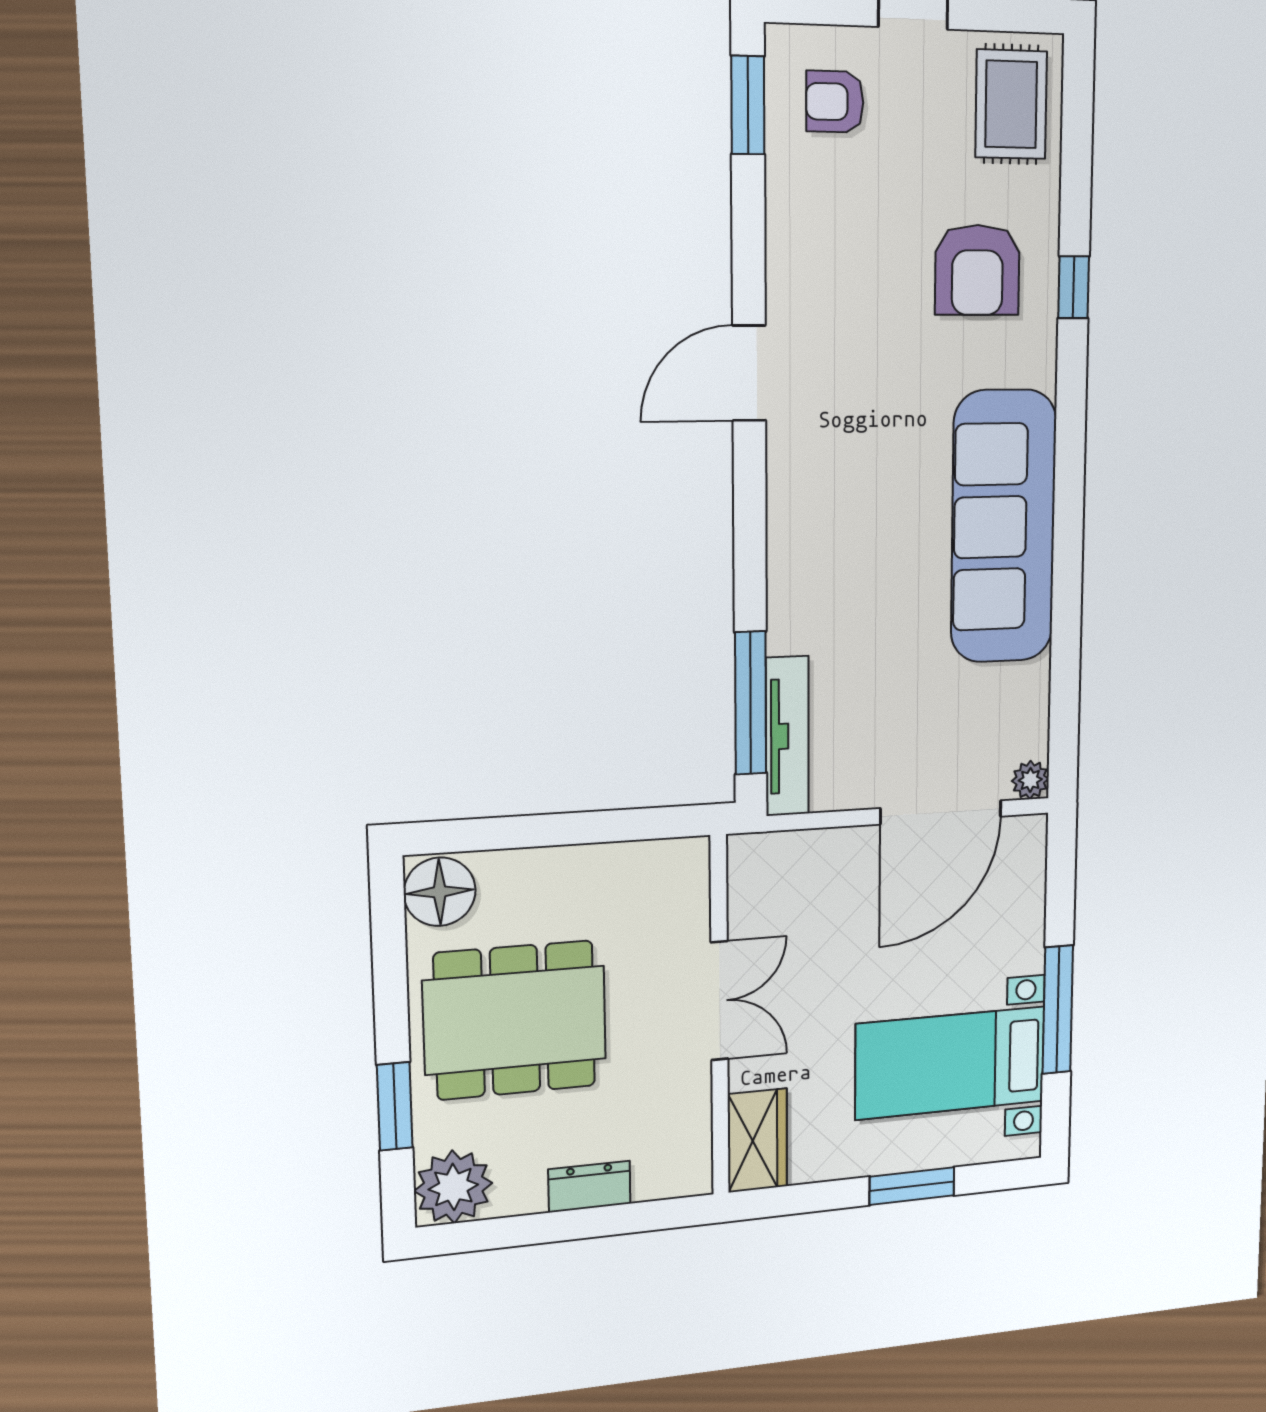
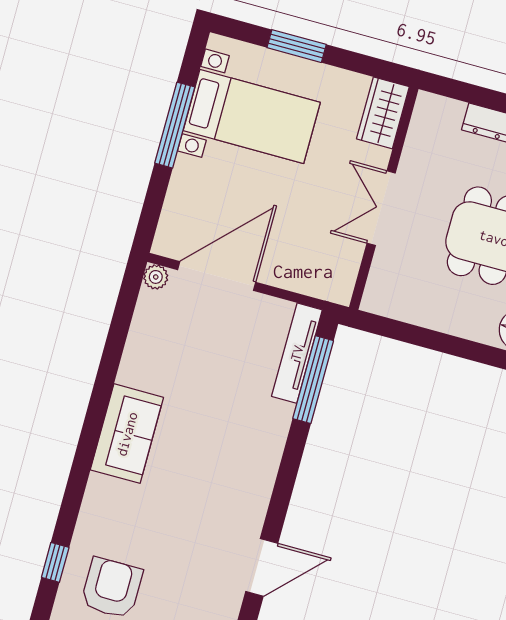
sofa: (1004, 527) -> (127, 434), width x0.54, depth x0.79

